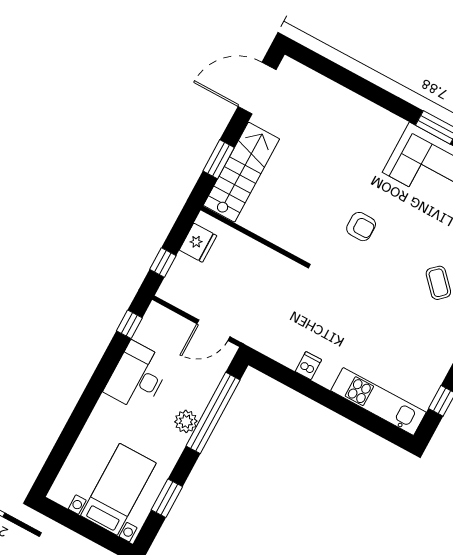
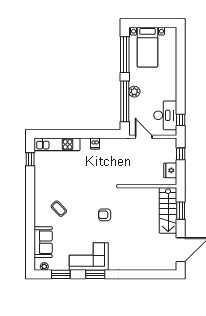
door: (213, 330) -> (144, 137), hinge flipped
desk: (137, 377) -> (165, 115), moved
window: (167, 498) -> (125, 55), width x2.11

